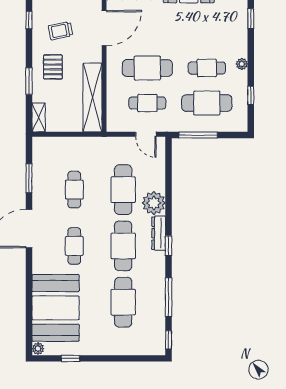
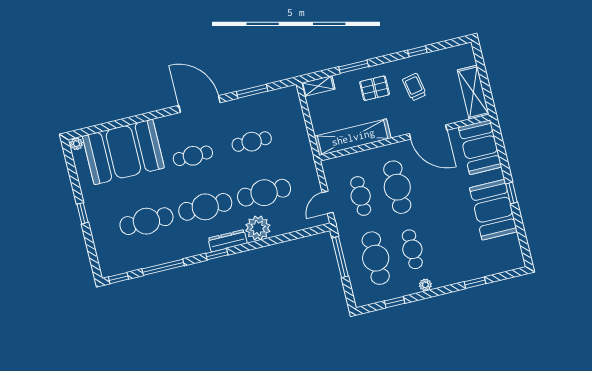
window: (70, 358) -> (82, 213), moved

